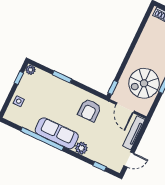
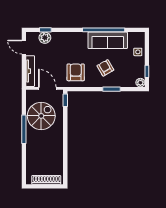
armchair: (58, 101) -> (105, 68), added
sofa: (57, 133) -> (108, 40), moved
plant: (81, 148) -> (45, 38), moved
door: (129, 159) -> (24, 47), hinge flipped

